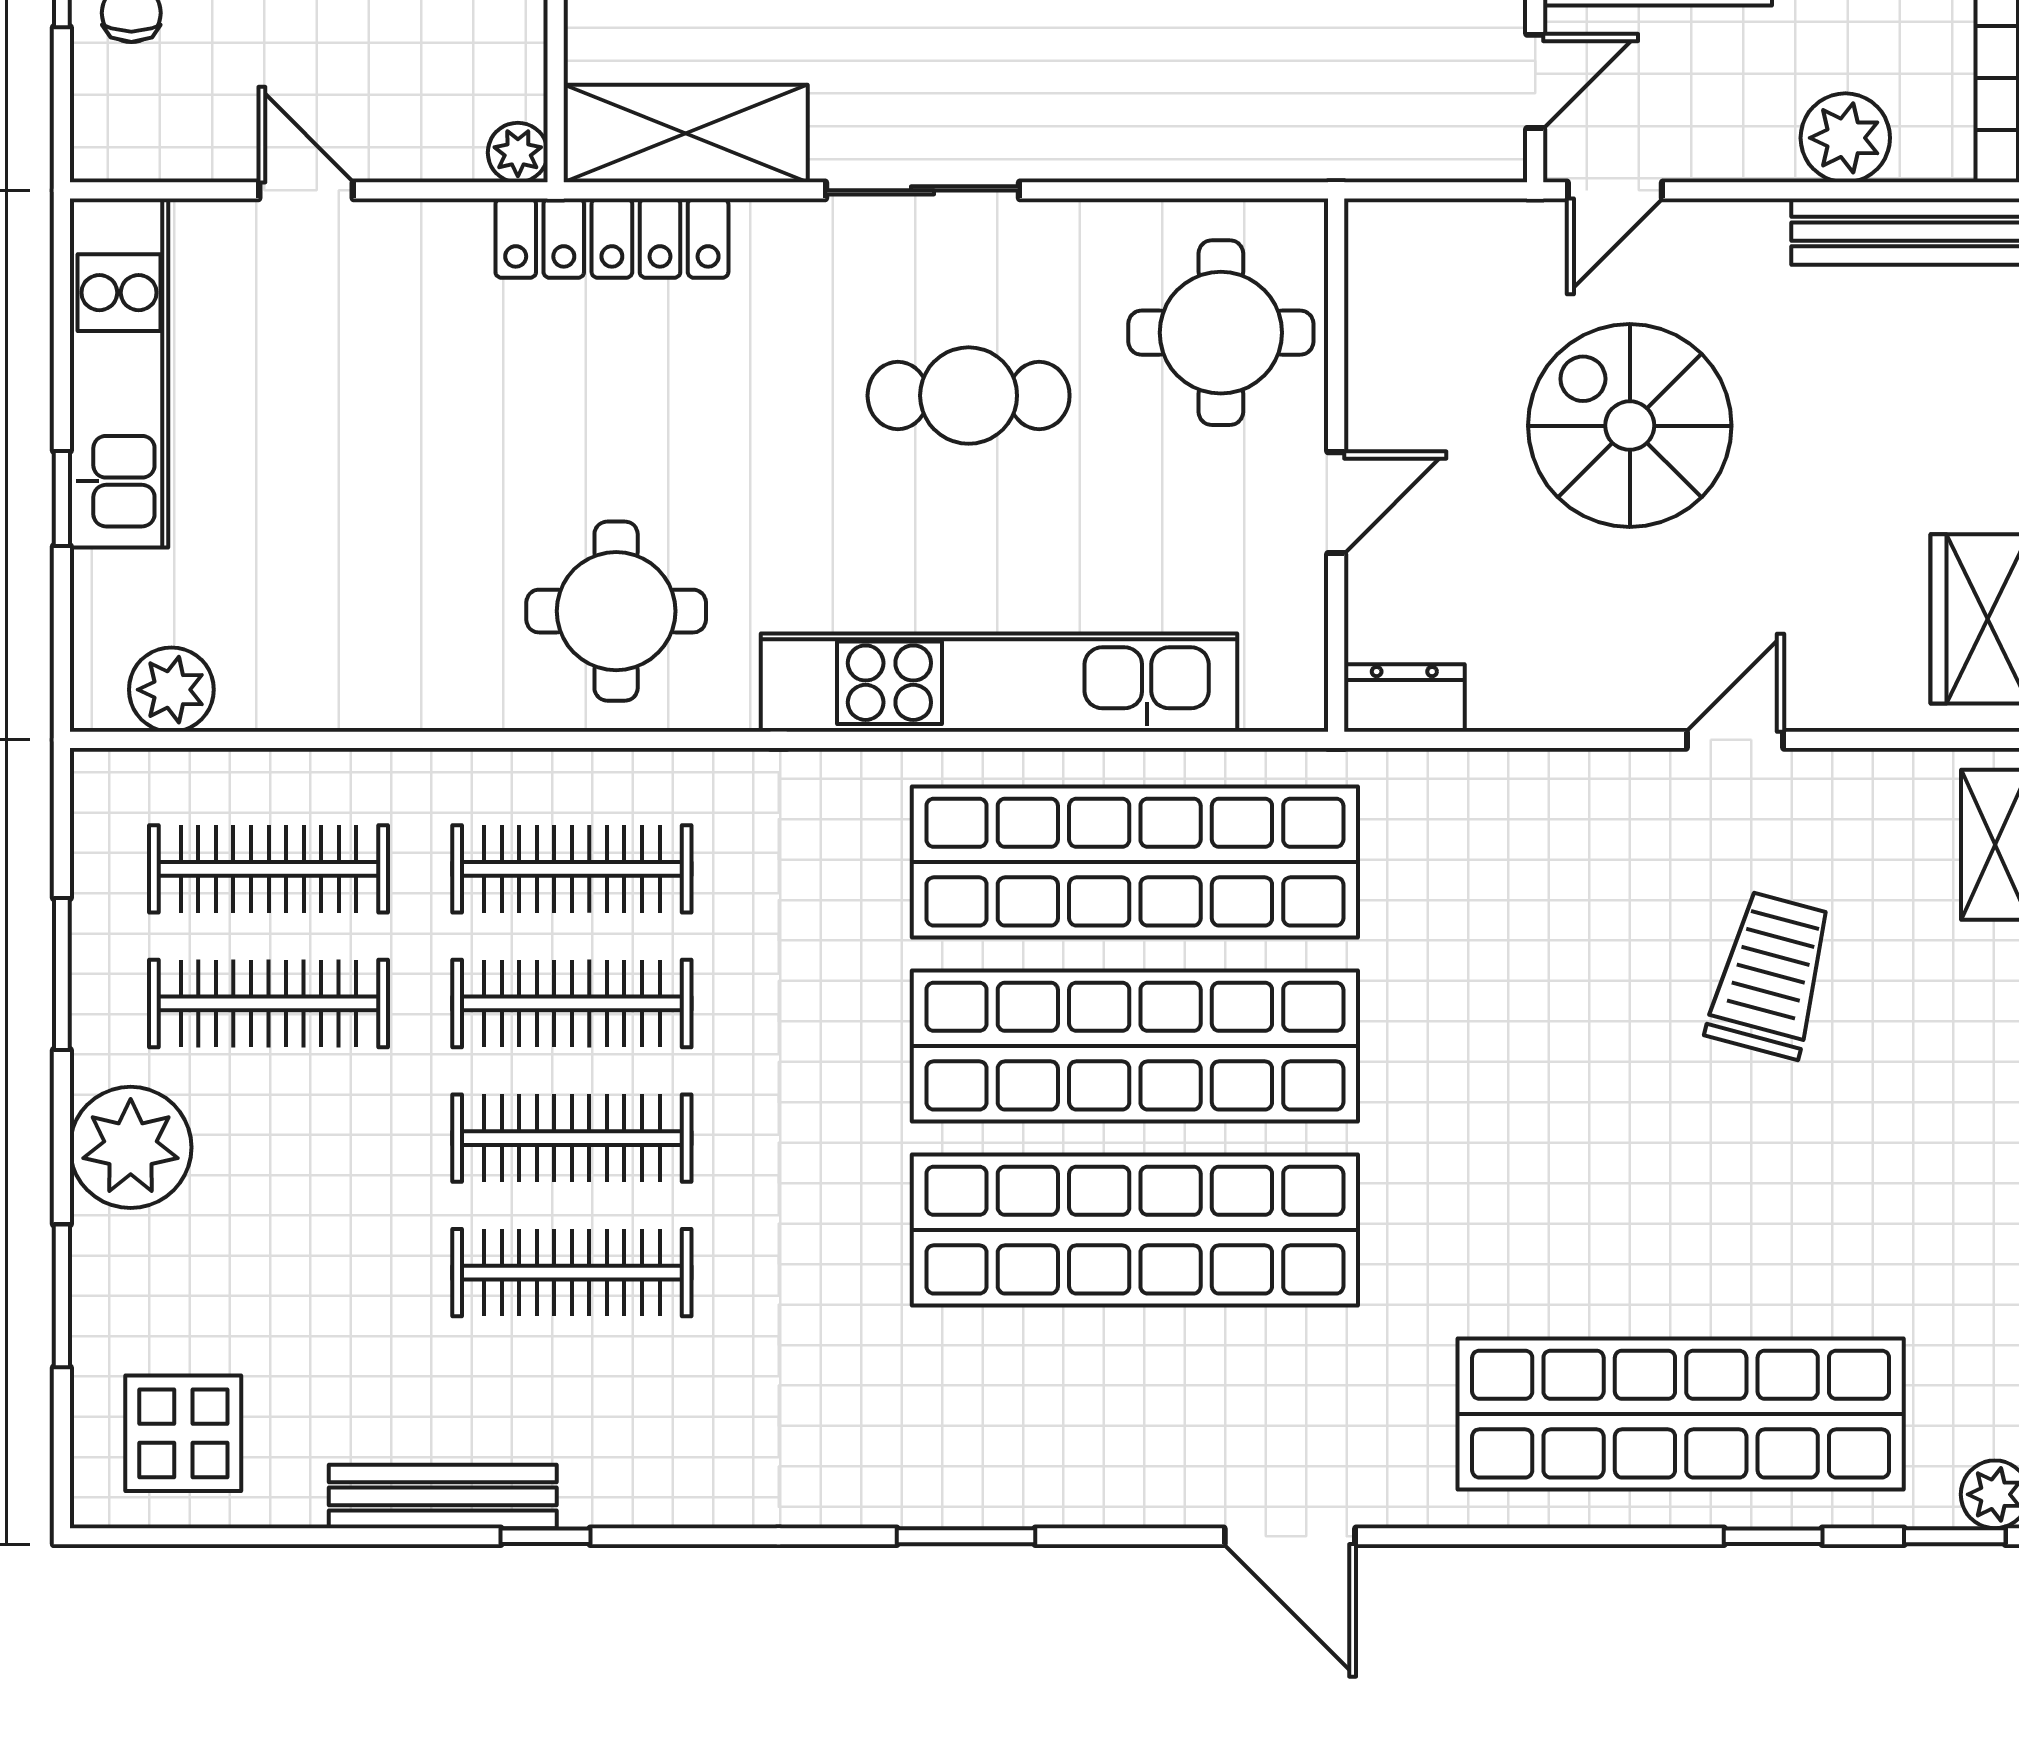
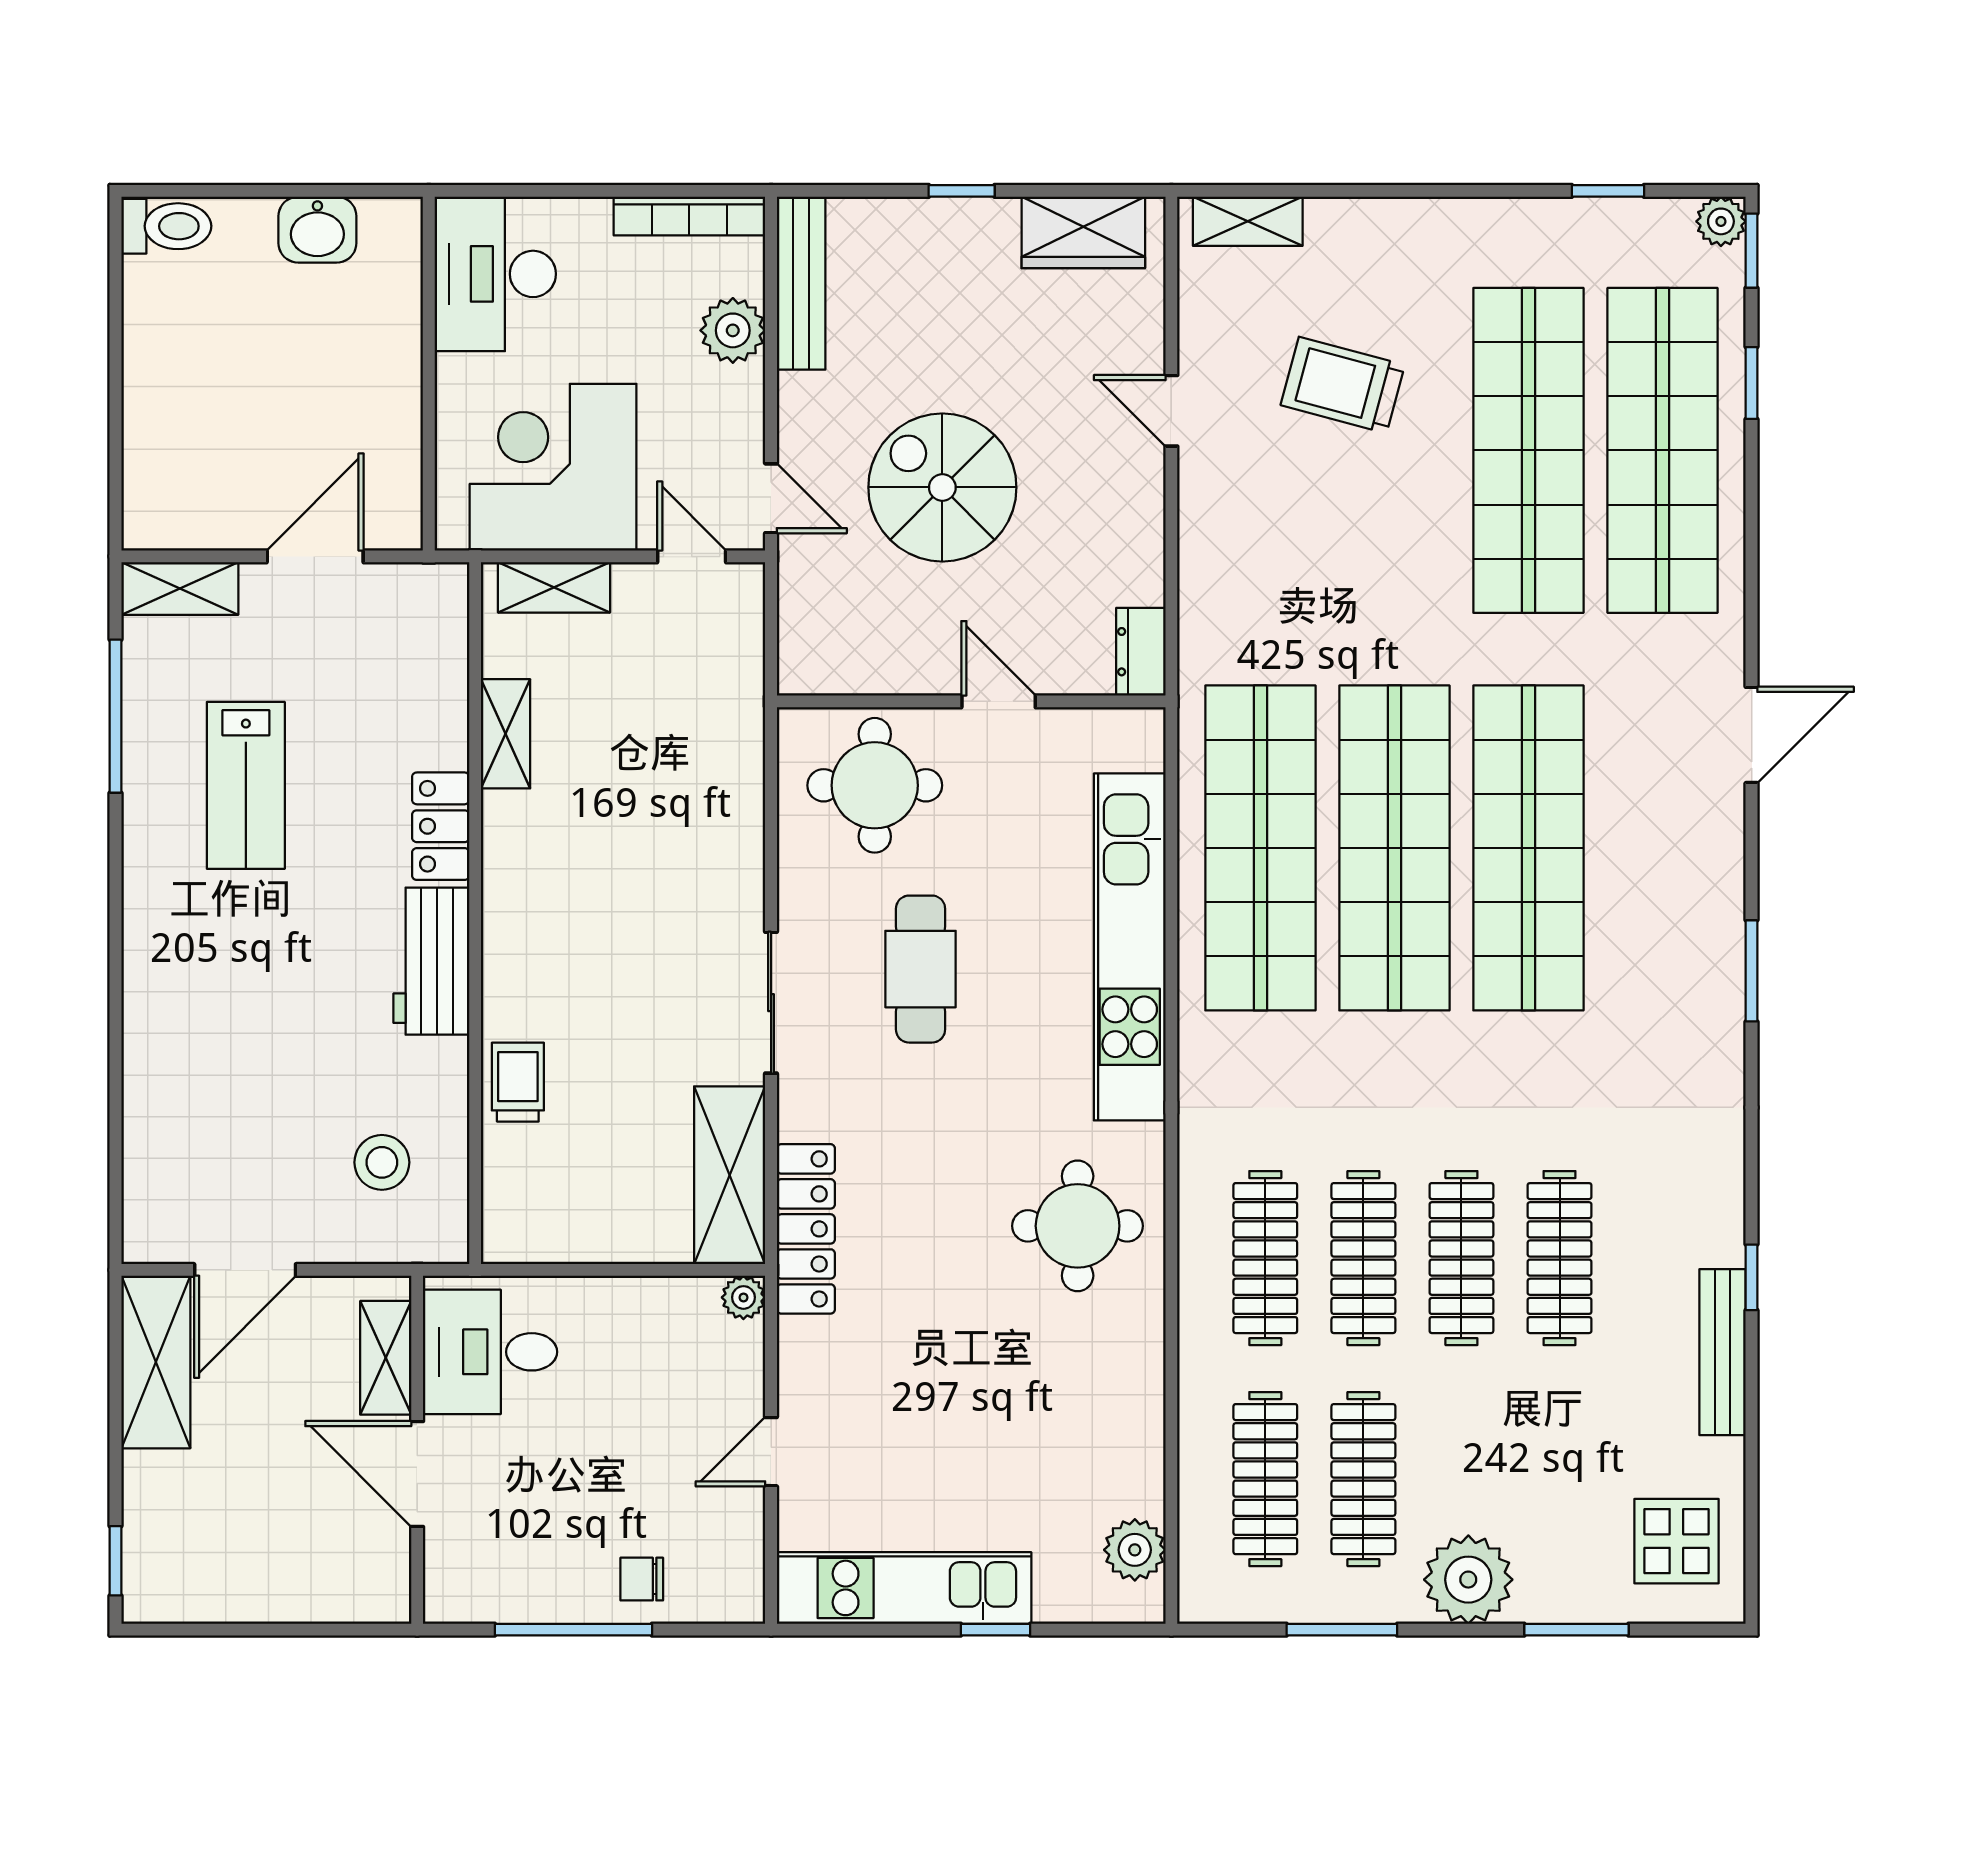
spiral stairs: (1630, 426) -> (942, 487), turned 90
shop shelf: (1681, 1230) -> (1528, 450), added

